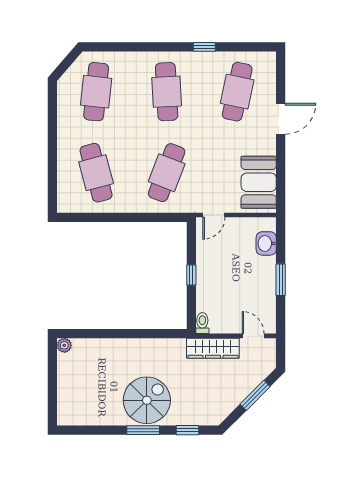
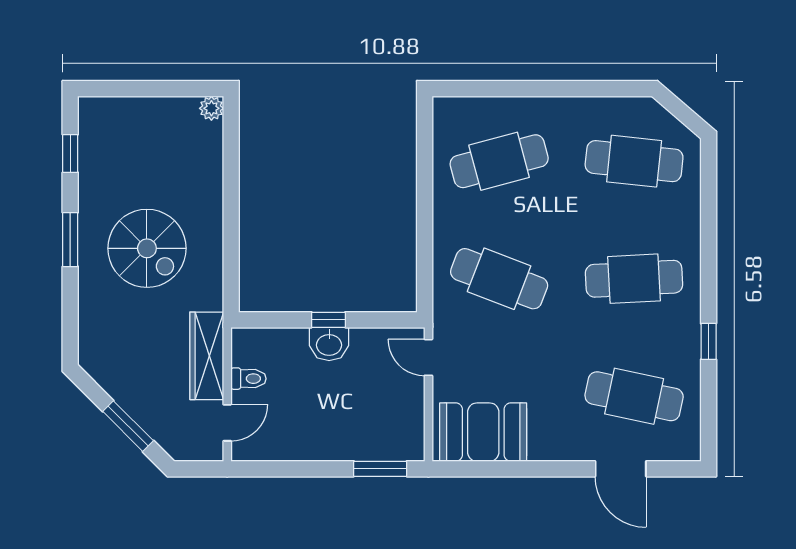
door: (281, 119) -> (621, 469), moved
washbasin: (266, 243) -> (329, 344), moved, turned 180
window: (281, 280) -> (380, 469), moved
toilet: (202, 323) -> (248, 379), moved
spiral stairs: (147, 400) -> (147, 248), moved
window: (188, 430) -> (70, 154), moved

